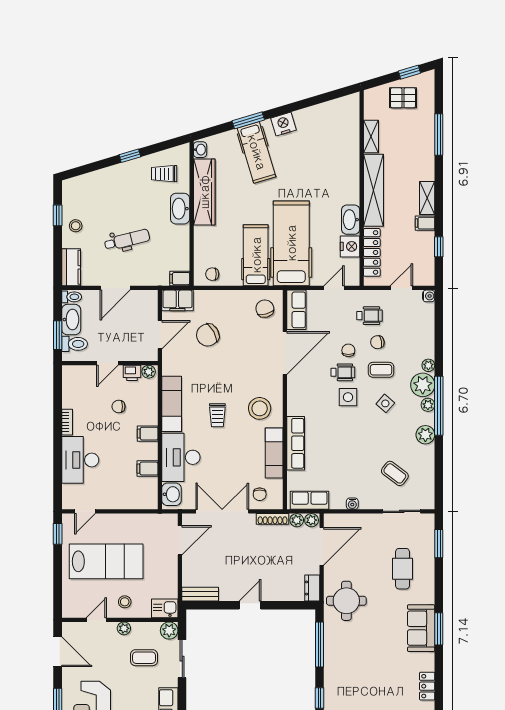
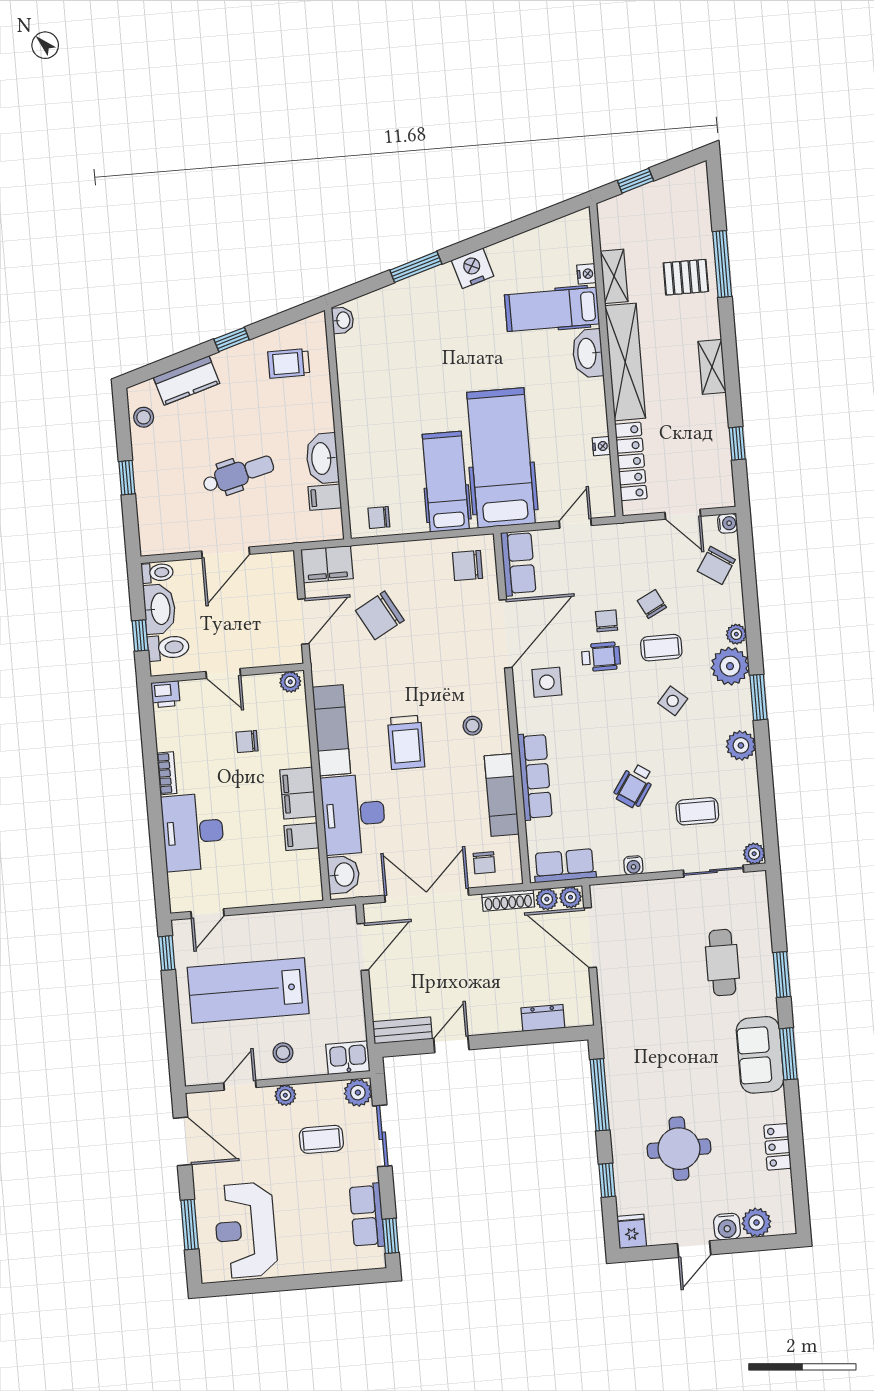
window: (409, 72) -> (635, 181), moved
pallet: (403, 98) -> (686, 277), moved
nightstand: (354, 133) -> (586, 274), added
hospital bed: (257, 152) -> (552, 309), moved, turned 107
wardrobe: (204, 192) -> (355, 387), removed
washbasin: (180, 209) -> (322, 458), moved
window: (58, 215) -> (127, 478), moved
washbasin: (351, 220) -> (588, 353), moved
filing cabinet: (425, 223) -> (712, 407), removed
stool: (76, 226) -> (144, 417), moved
nightstand: (350, 246) -> (601, 446), width x0.53, depth x0.56
kitchen counter: (71, 267) -> (187, 380), moved, turned 73
filing cabinet: (180, 279) -> (325, 497), moved
door: (401, 288) -> (683, 514), swing flipped
chair: (265, 309) -> (467, 565), turned -75
wheelchair: (369, 316) -> (634, 786), moved, turned 124
chair: (419, 322) -> (716, 565), added
window: (58, 335) -> (140, 635), width x0.67
chair: (377, 342) -> (652, 604), turned 73
door: (107, 363) -> (223, 674), hinge flipped
printer: (132, 373) -> (166, 694), moved
side table: (348, 397) -> (547, 682), moved
plant: (428, 405) -> (754, 854), moved
window: (439, 406) -> (759, 697), width x0.47
stool: (260, 408) -> (473, 726), width x0.53, depth x0.53
trolley: (217, 415) -> (406, 742), width x1.36, depth x1.39
filing cabinet: (148, 434) -> (298, 793), width x2.00
coffee table: (395, 473) -> (697, 811), turned -37
window: (439, 544) -> (782, 974), moved
door: (322, 546) -> (590, 938), swing flipped
lab bench: (106, 561) -> (248, 991), turned 180
dresser: (312, 588) -> (543, 1018), moved, turned 90
round table: (346, 601) -> (679, 1149), moved
door: (250, 605) -> (451, 1044), moved

